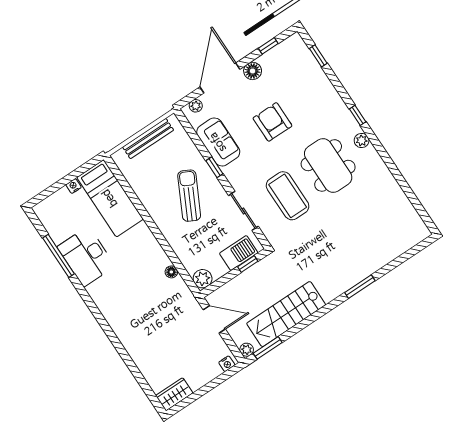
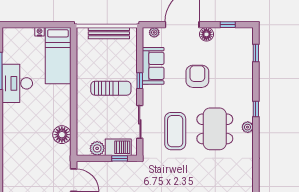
sun lounger: (189, 196) -> (111, 88), turned 63
floor lamp: (171, 272) -> (62, 135), width x1.89, depth x1.89
plant: (203, 279) -> (97, 148), moved

